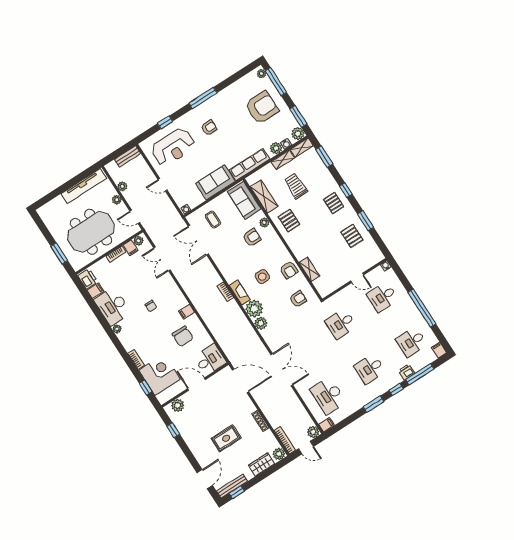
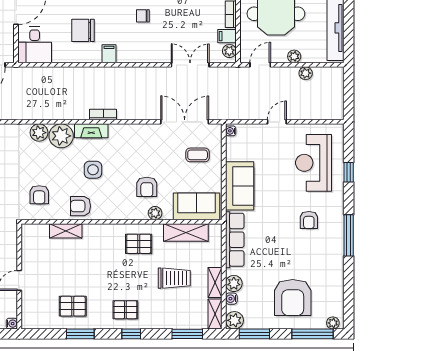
bench: (128, 156) -> (337, 102), removed

